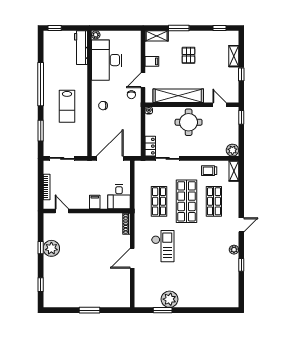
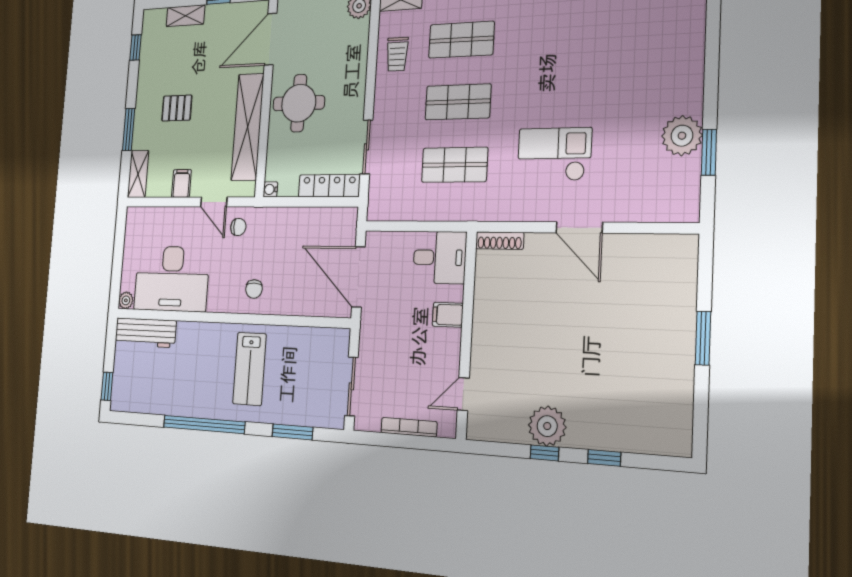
door: (219, 105) -> (270, 39), width x1.87
lab bench: (67, 106) -> (249, 369), turned 90
locker: (150, 146) -> (329, 186), width x1.53
shop shelf: (186, 201) -> (458, 102), width x0.70, depth x0.74
window: (41, 285) -> (604, 458), moved

